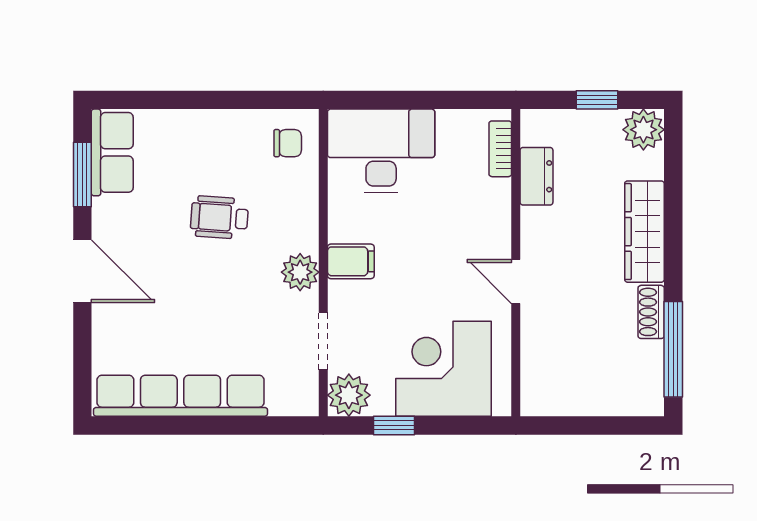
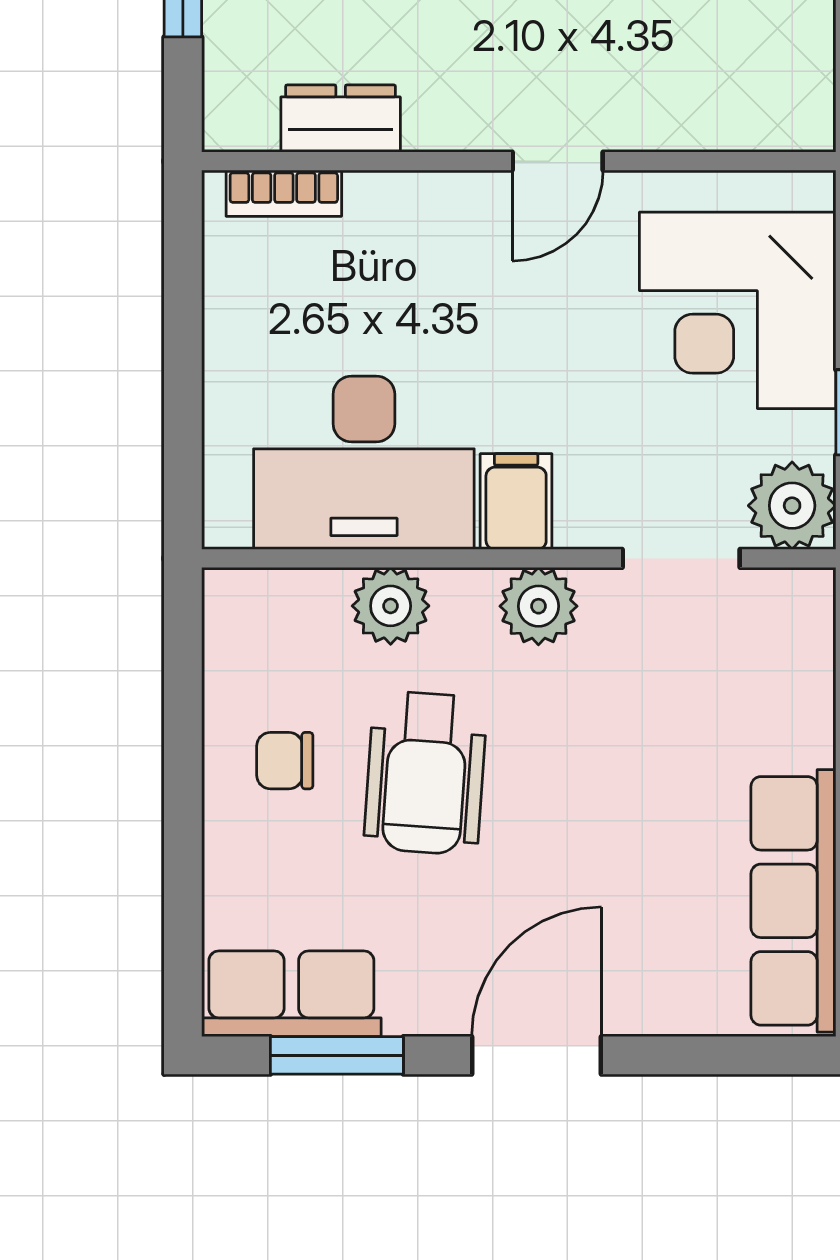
chair: (288, 143) -> (285, 761), moved, turned -90
desk: (381, 151) -> (364, 463), moved, turned -90
plant: (300, 201) -> (391, 606), added
wheelchair: (219, 217) -> (426, 773), width x1.36, depth x1.37
row of seats: (180, 396) -> (793, 901), width x0.73

